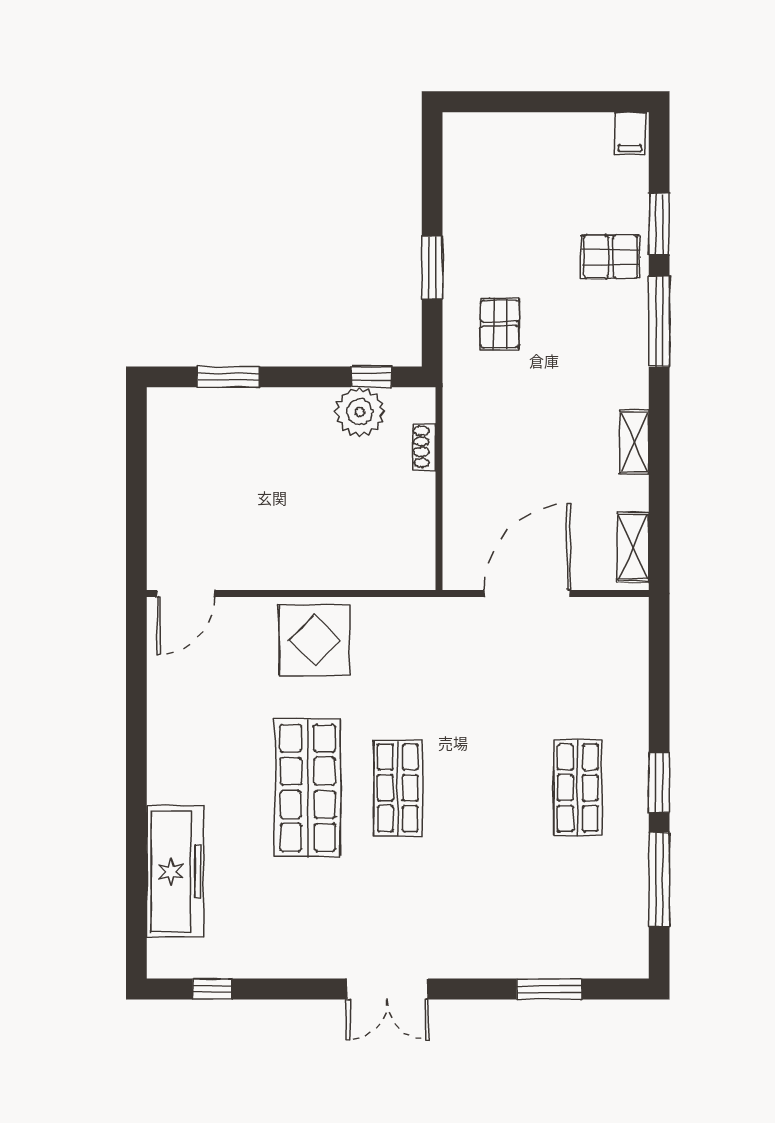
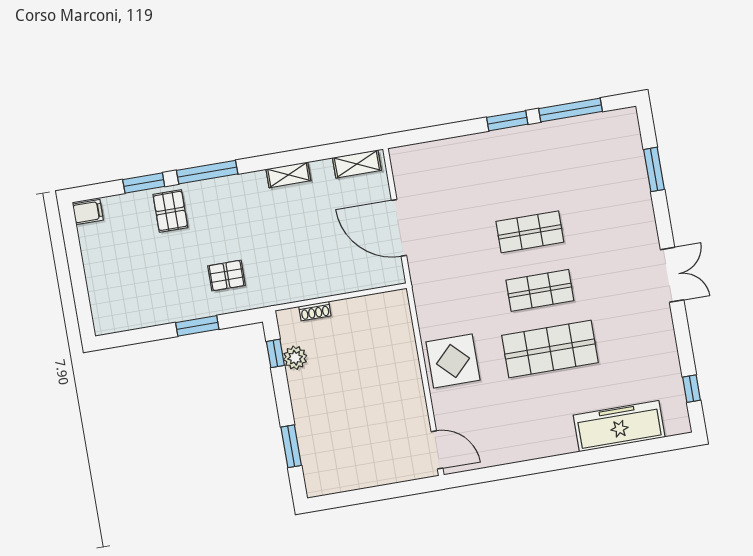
plant: (360, 412) -> (295, 358), width x0.73, depth x0.73
shop shelf: (578, 788) -> (530, 232), moved

